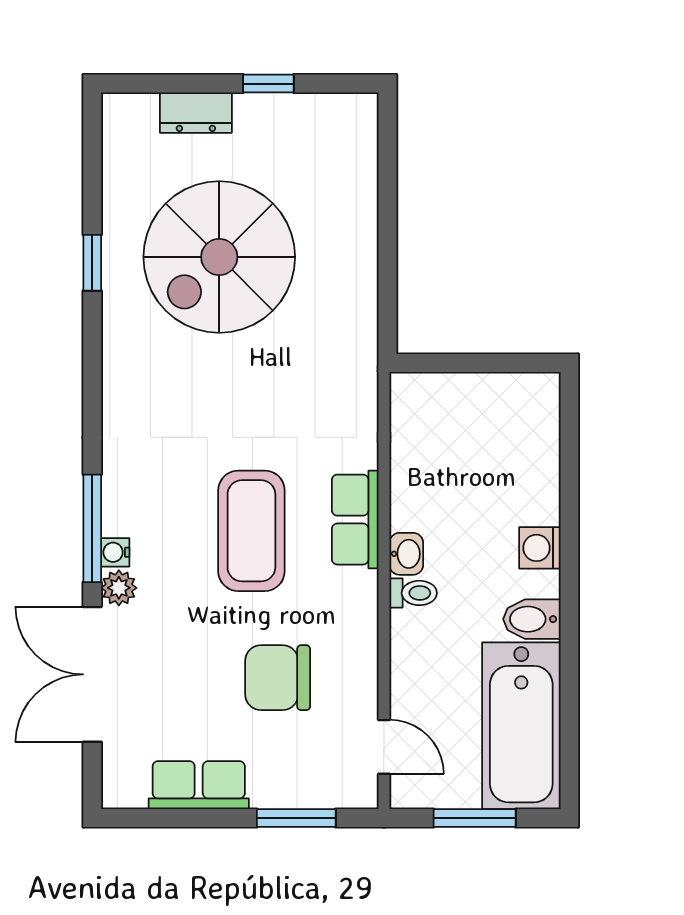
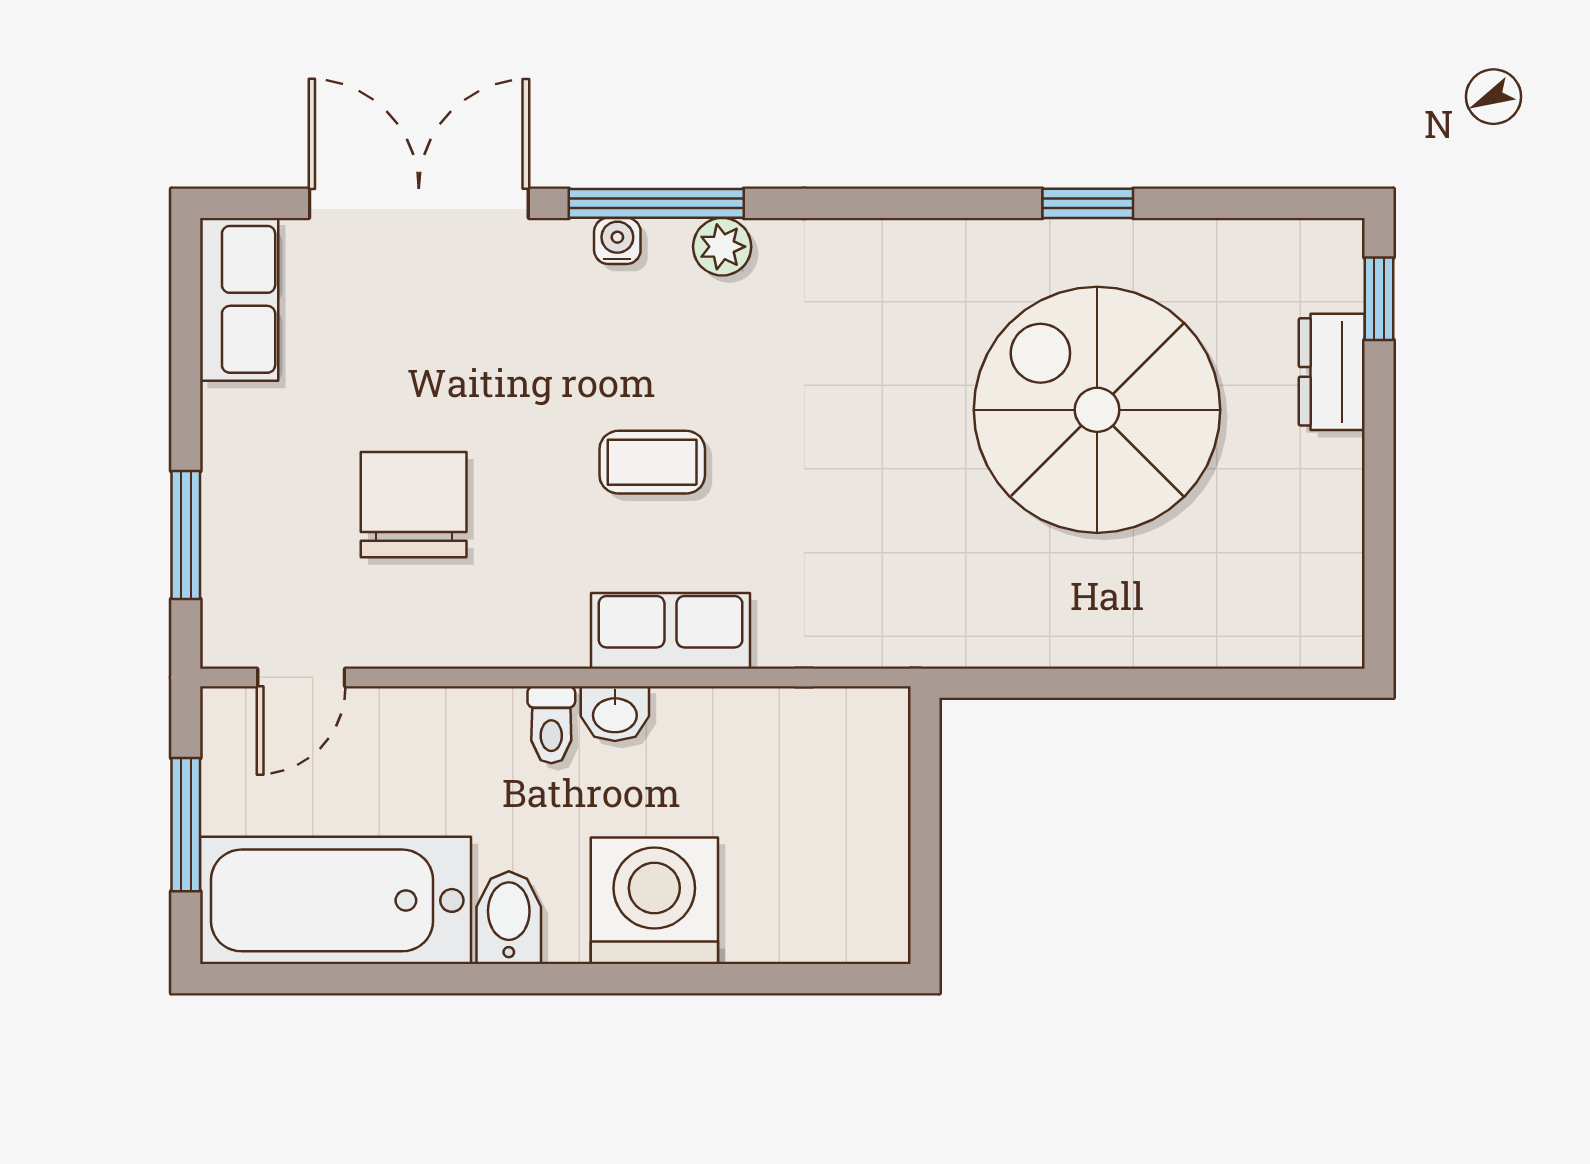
window: (268, 84) -> (1379, 299), moved
coffee table: (251, 531) -> (652, 462), width x0.54, depth x0.58
washing machine: (540, 548) -> (654, 901), width x1.89, depth x1.89
plant: (119, 588) -> (722, 247), moved
row of seats: (199, 785) -> (239, 299), moved

